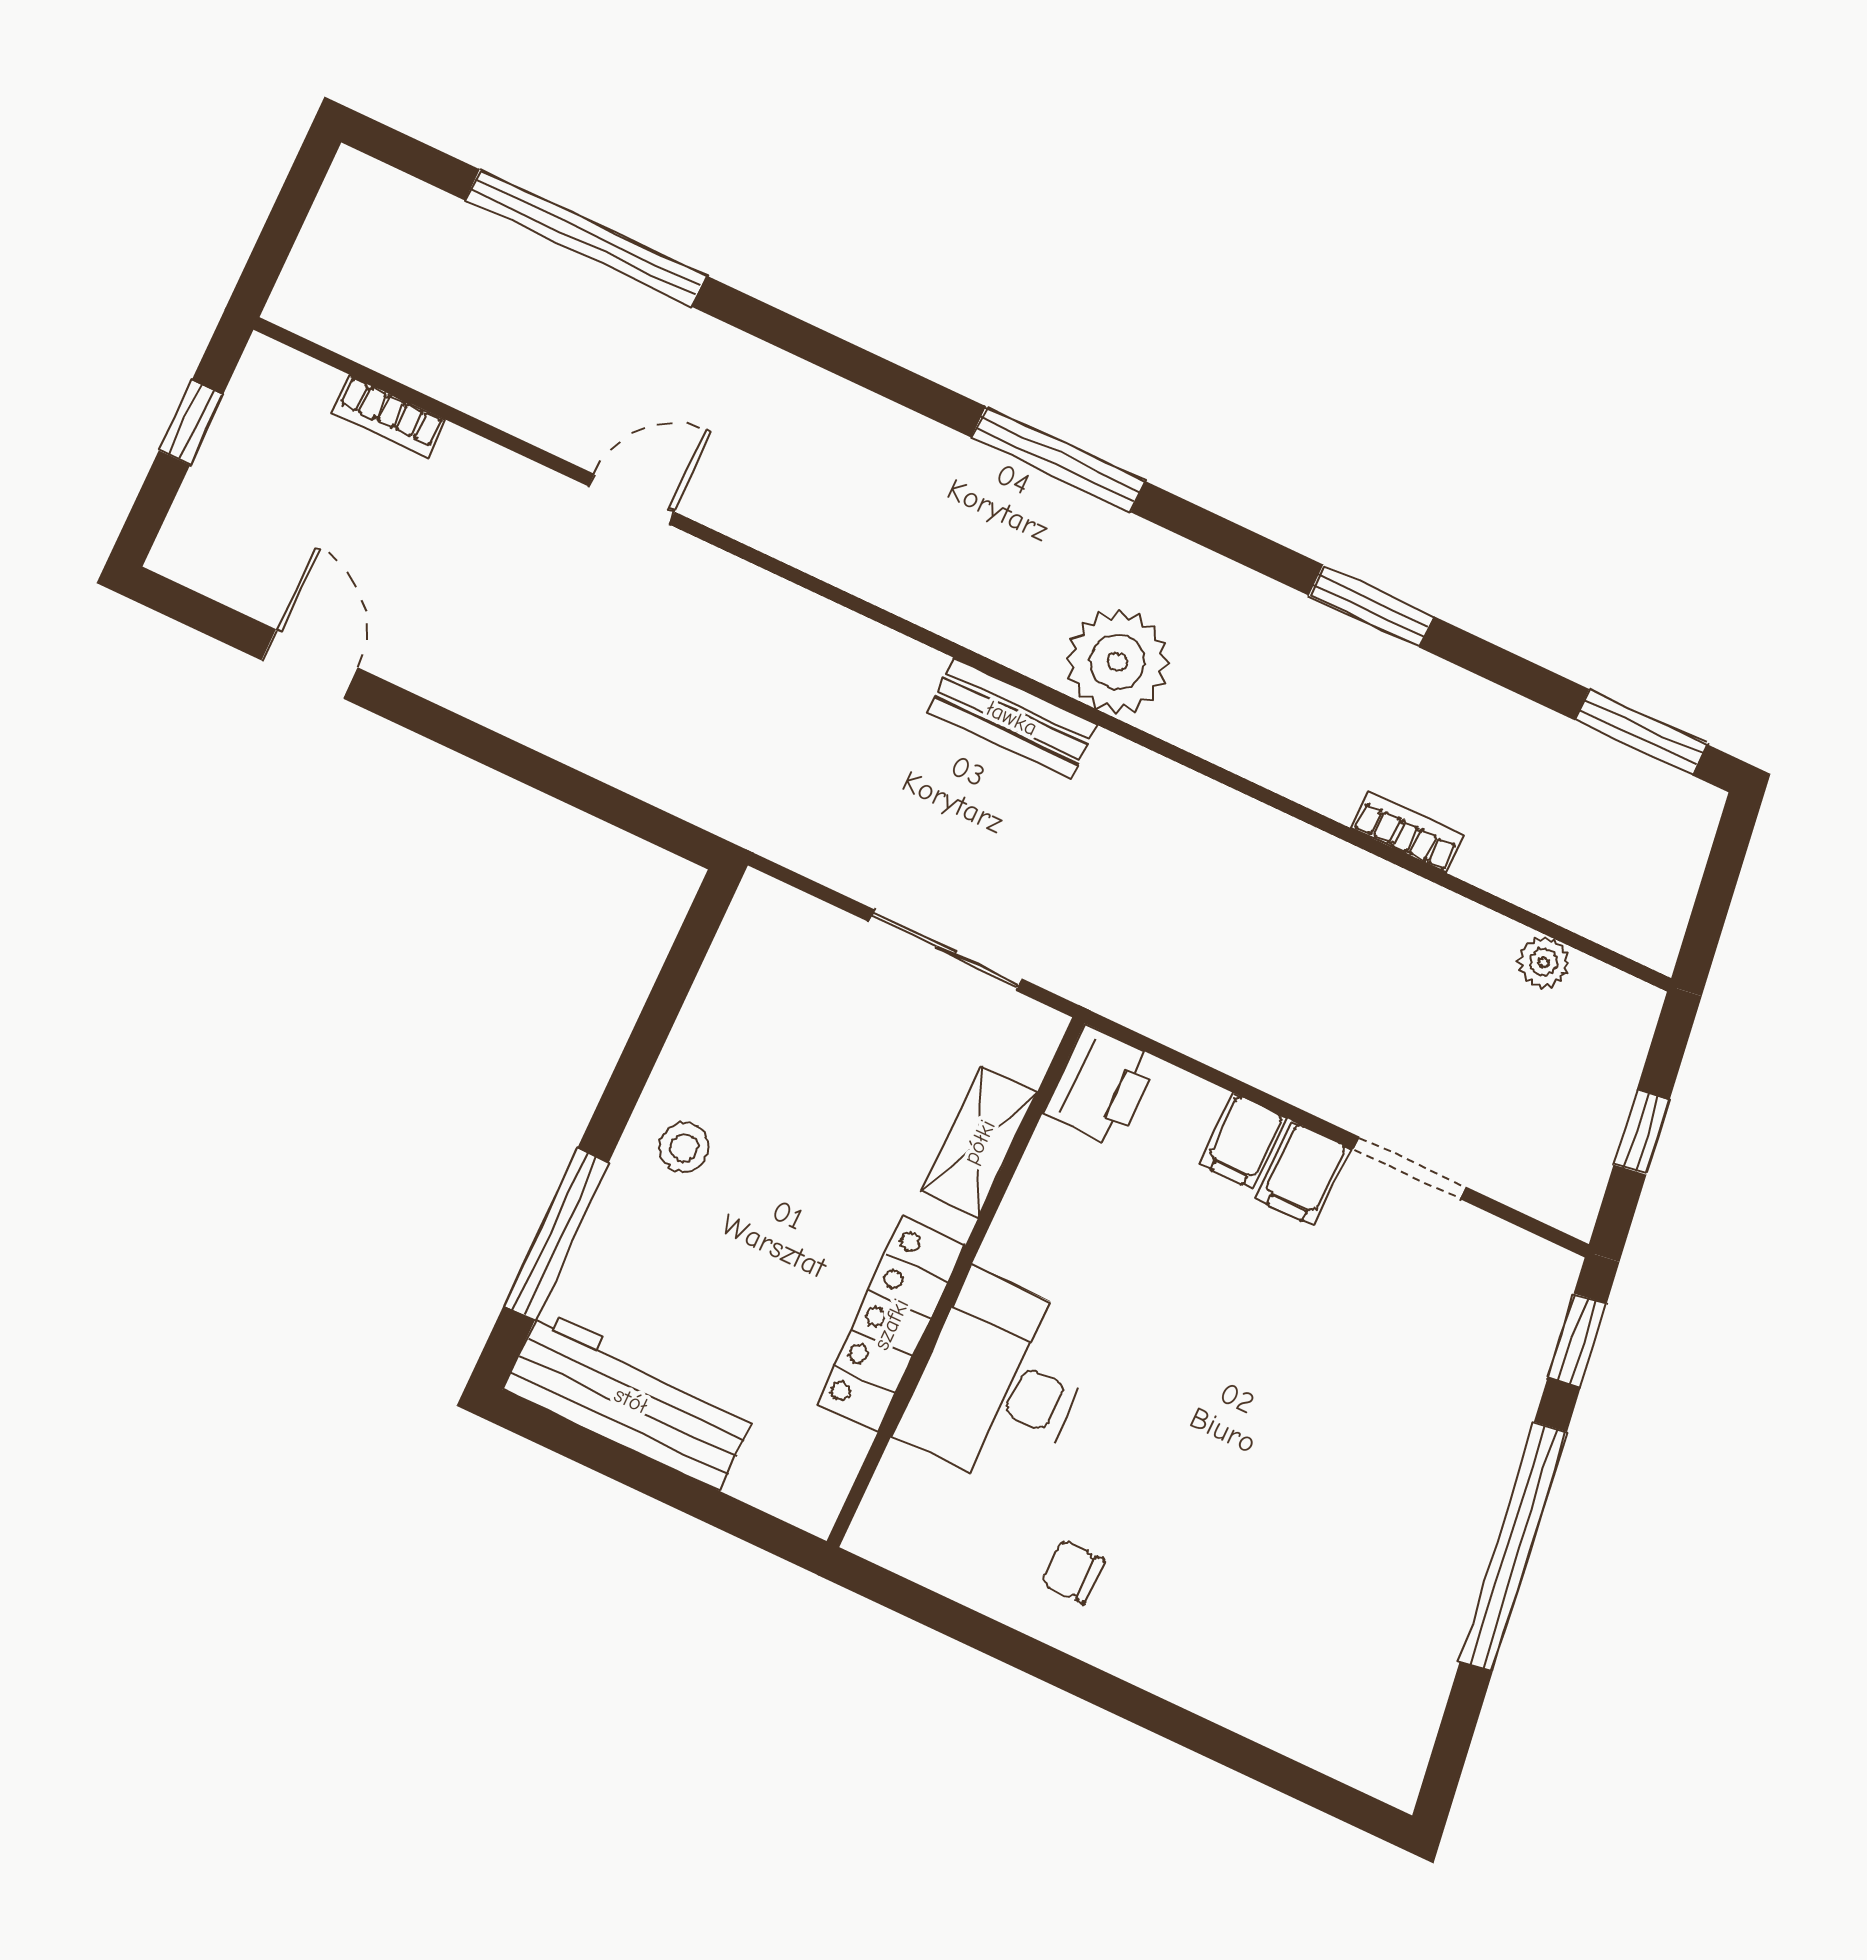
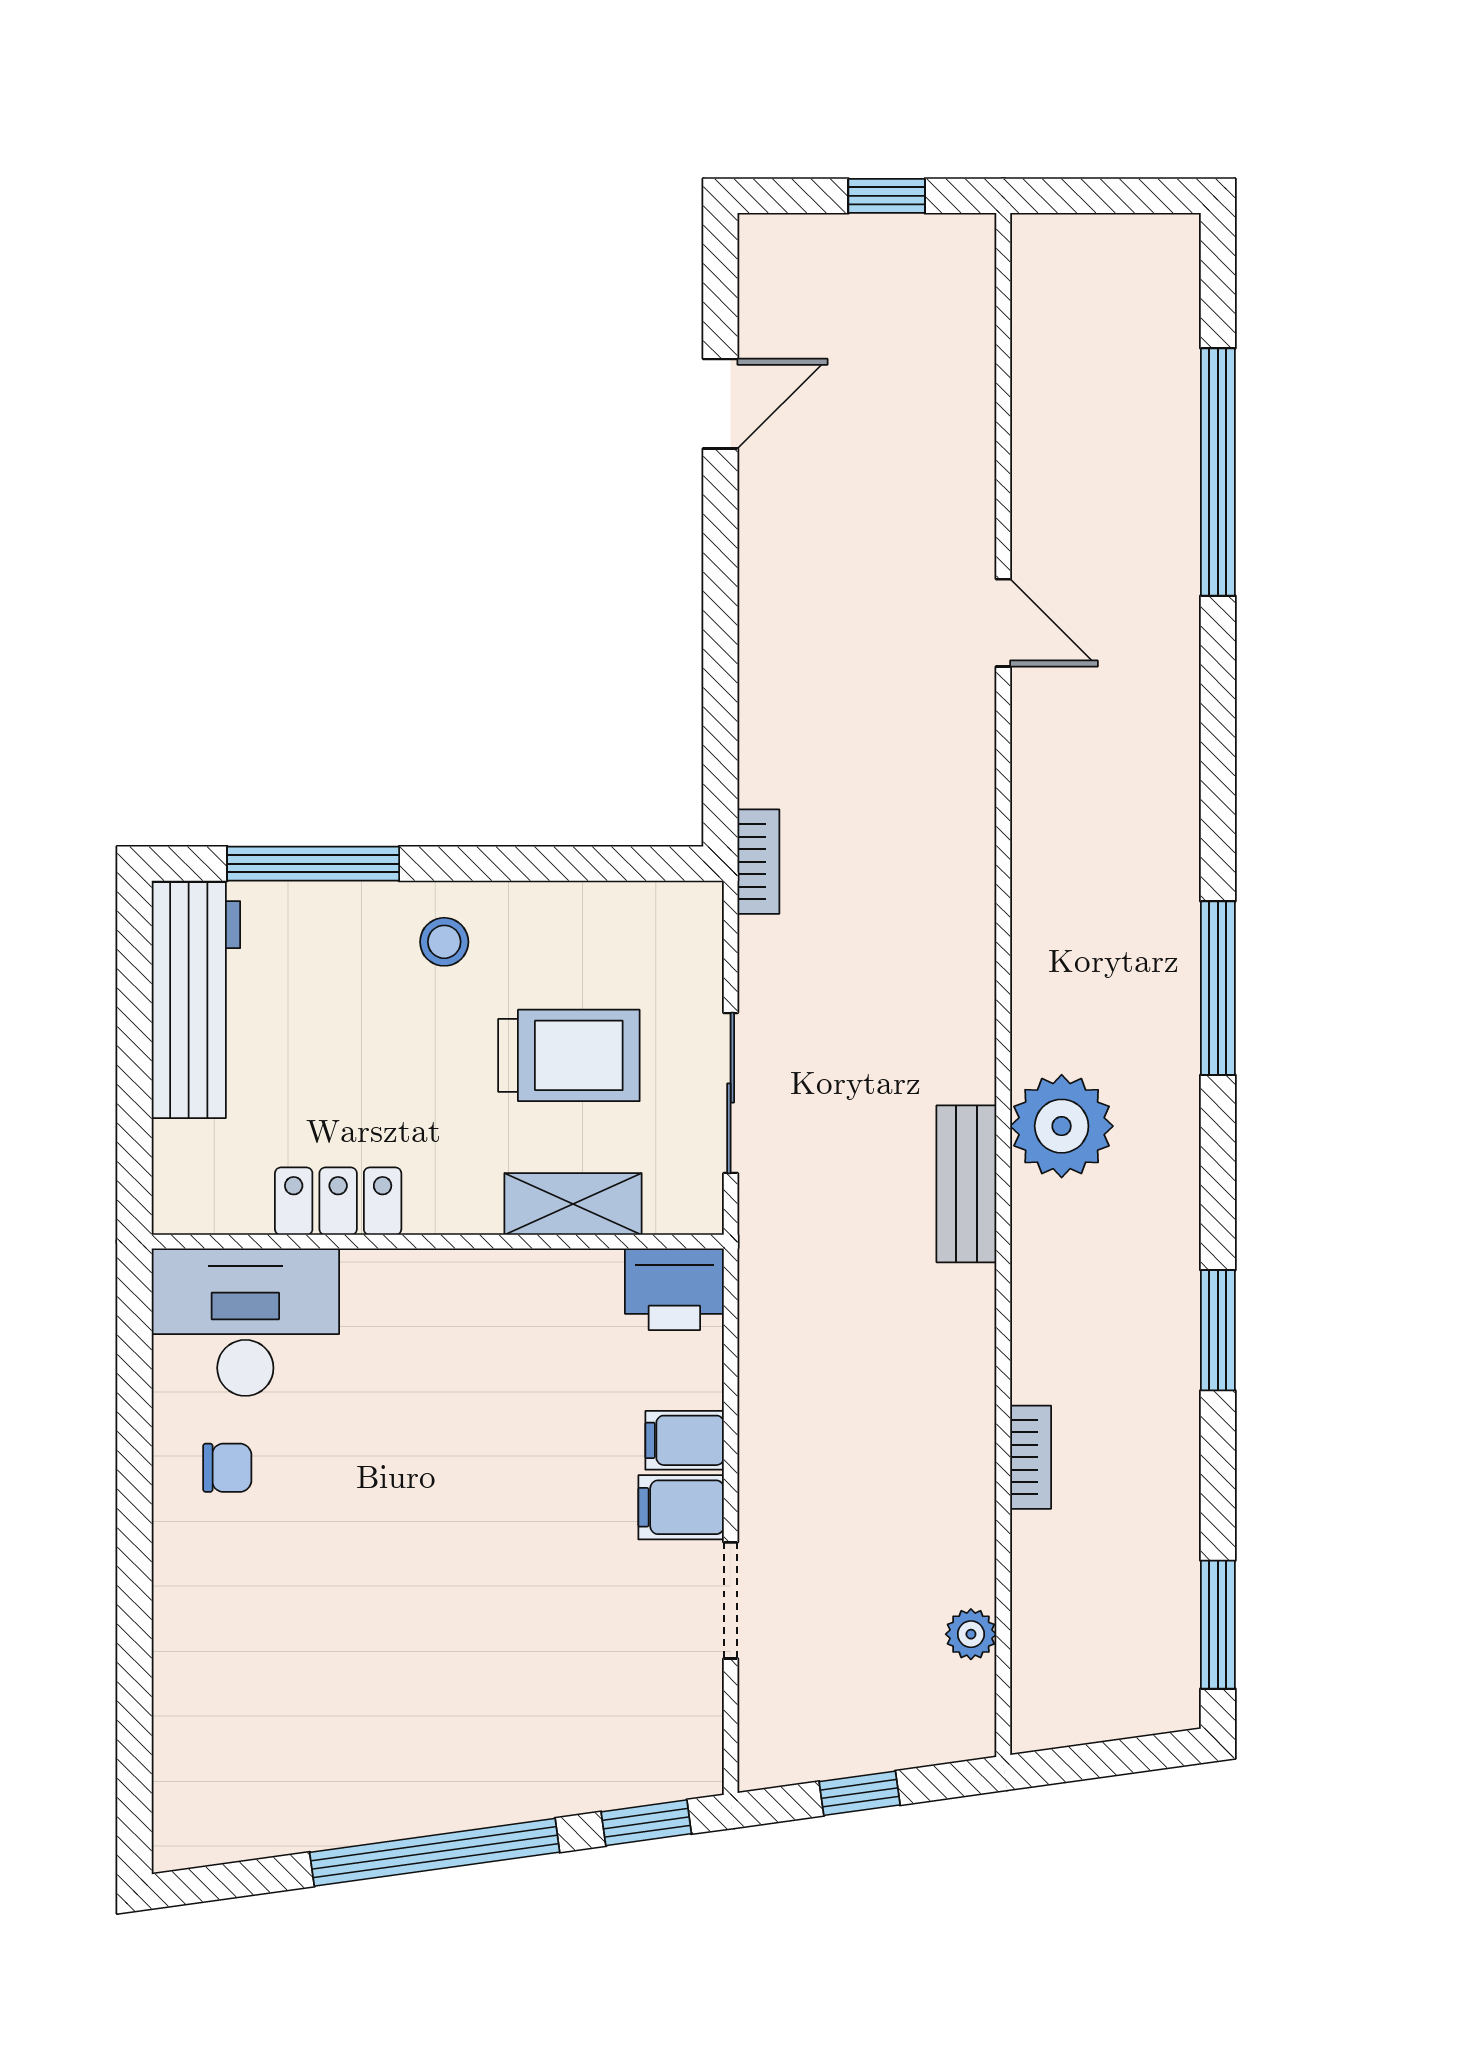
bookcase: (389, 416) -> (758, 862), moved, turned 180
bench: (1012, 718) -> (966, 1184), moved
trolley: (841, 1082) -> (569, 1055), added
locker: (891, 1324) -> (338, 1201), width x0.66
desk: (999, 1382) -> (245, 1322), moved
chair: (1072, 1572) -> (227, 1468), turned 90

